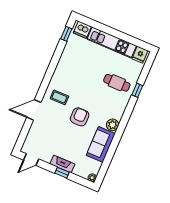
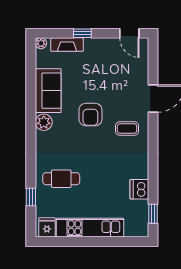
dishwasher: (82, 30) -> (139, 189), moved, turned -90
window: (137, 90) -> (31, 197), moved
door: (31, 160) -> (129, 33), swing flipped
fireplace: (62, 164) -> (67, 45), moved

